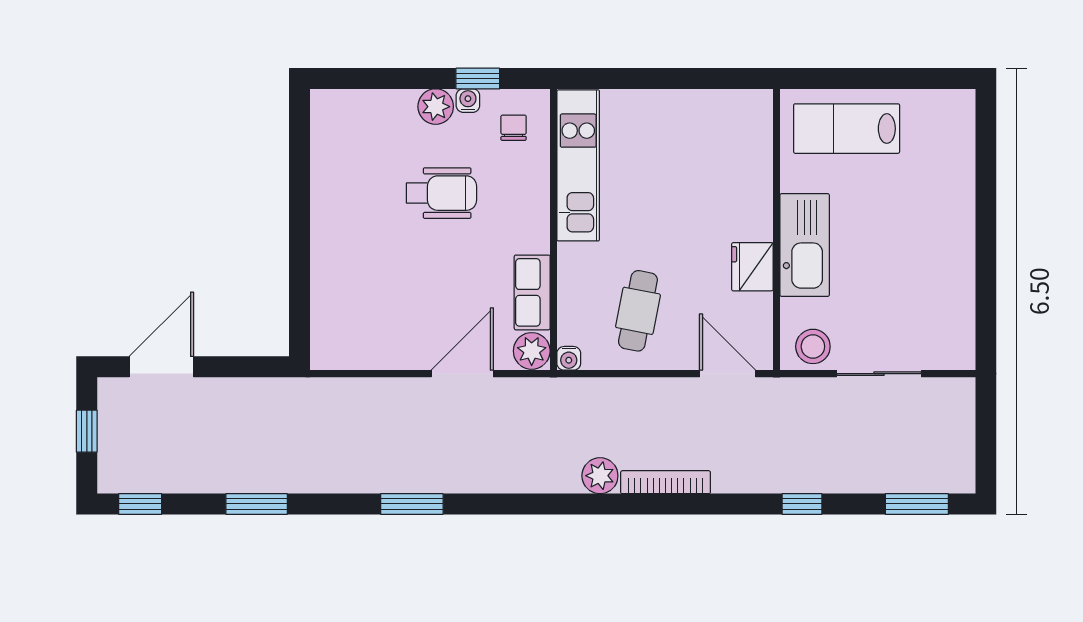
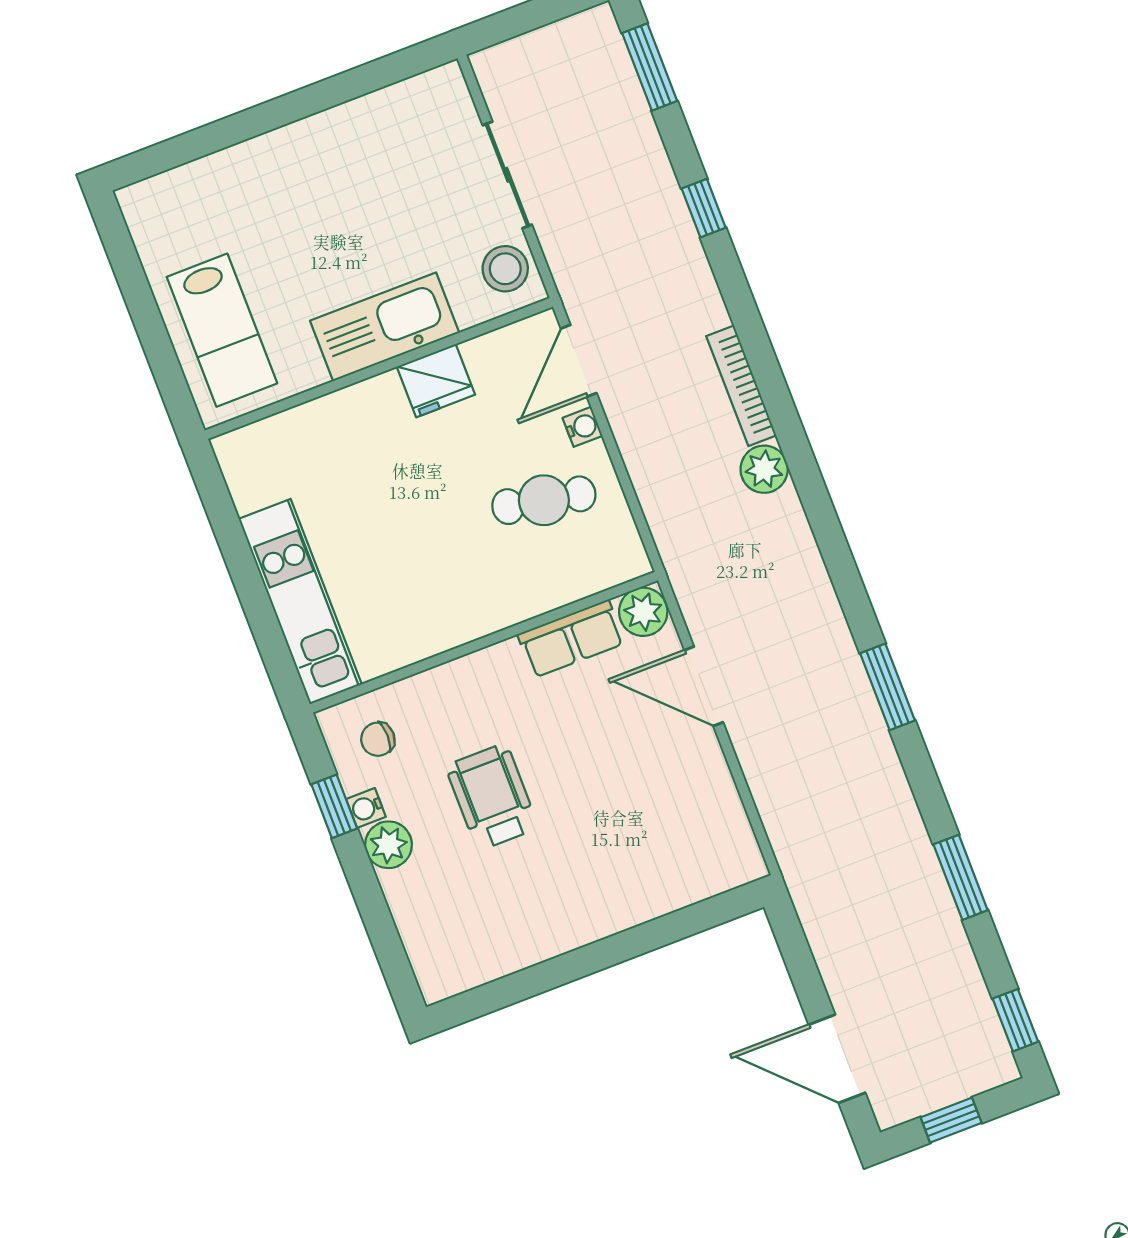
kitchen unit: (578, 165) -> (300, 602), moved, turned 90
water cooler: (569, 358) -> (583, 427), moved

